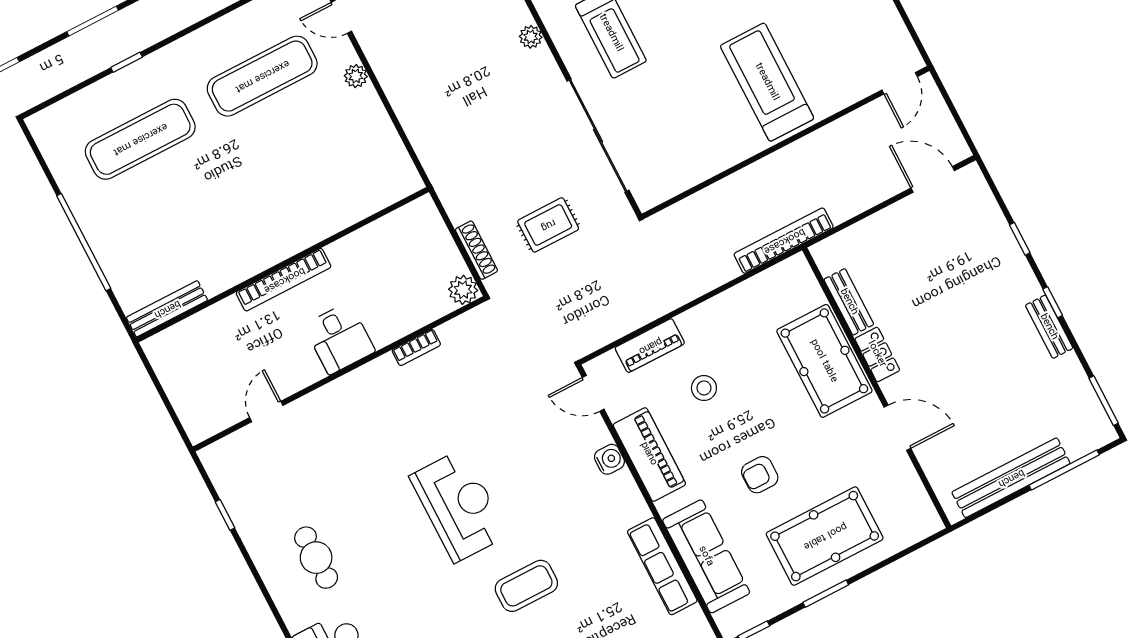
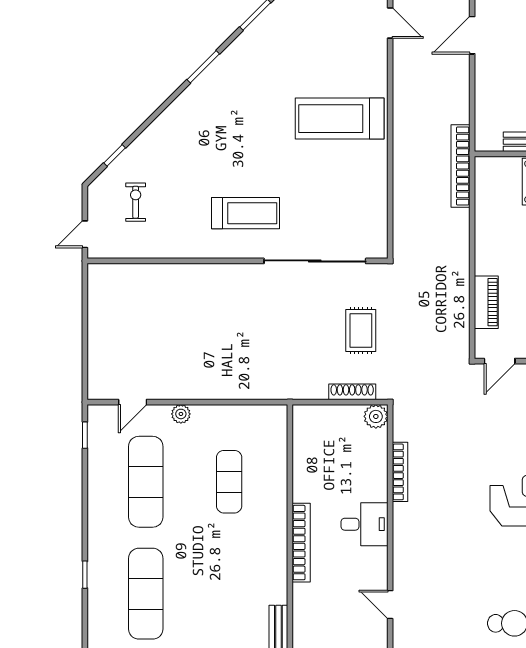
plant: (531, 37) -> (218, 273), removed
exercise mat: (309, 167) -> (229, 482), added
bookcase: (416, 347) -> (400, 472), width x1.56

